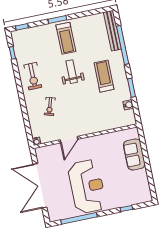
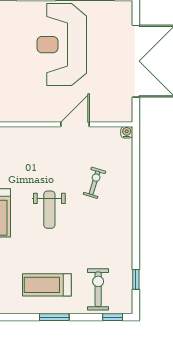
treadmill: (66, 38) -> (47, 285), turned -90
weight bench: (72, 72) -> (49, 210), moved
exercise bike: (33, 76) -> (98, 289), moved

